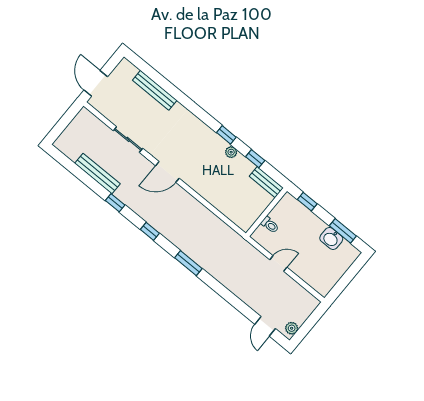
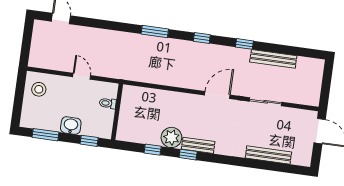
plant: (231, 152) -> (171, 137), width x1.88, depth x1.88
bench: (266, 182) -> (198, 145), moved
washbasin: (331, 238) -> (71, 126), moved
door: (278, 263) -> (82, 76), swing flipped
stool: (324, 275) -> (39, 89), added
plant: (292, 328) -> (39, 30), removed

